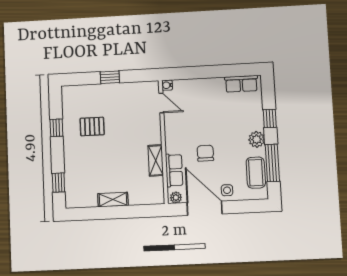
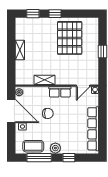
row of seats: (241, 84) -> (93, 129), width x2.02
pallet: (92, 127) -> (70, 38), width x2.05, depth x2.00
window: (56, 128) -> (55, 14), moved
row of seats: (174, 170) -> (60, 92), moved
door: (205, 208) -> (11, 111), hinge flipped

